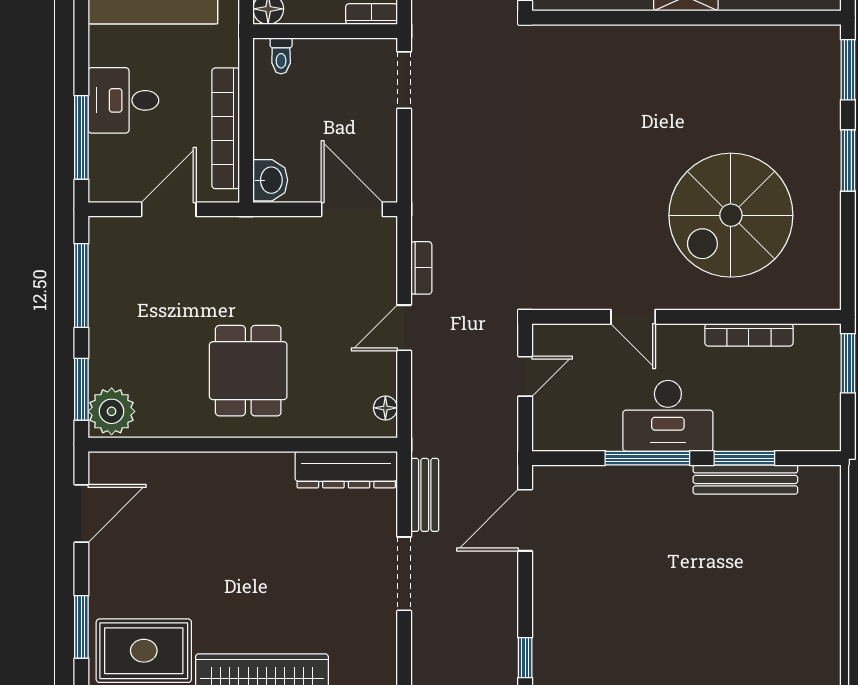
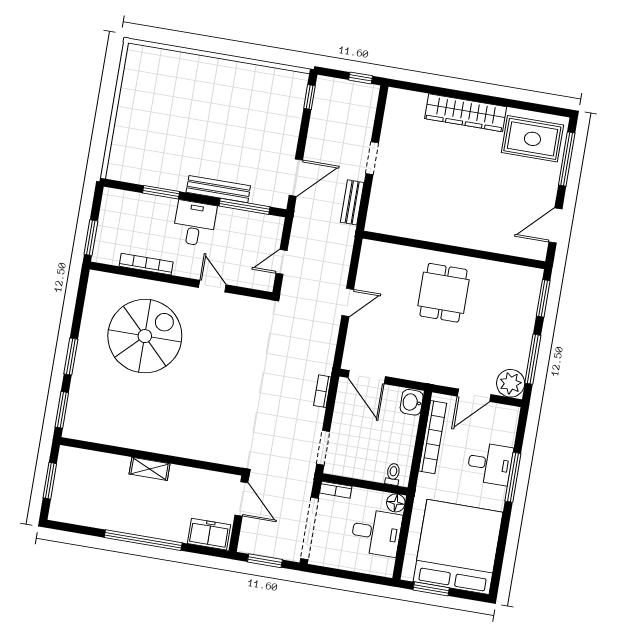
window: (81, 137) -> (513, 477), moved
bookcase: (421, 268) -> (322, 391), moved
floor lamp: (385, 408) -> (367, 257), removed
plant: (112, 411) -> (511, 383), moved
desk: (668, 416) -> (195, 223), width x0.73
window: (647, 458) -> (245, 206), moved
dresser: (346, 470) -> (396, 225), removed
bench: (745, 479) -> (218, 189), moved
doorway: (404, 574) -> (372, 158), width x0.73
window: (81, 627) -> (567, 159), width x1.44

